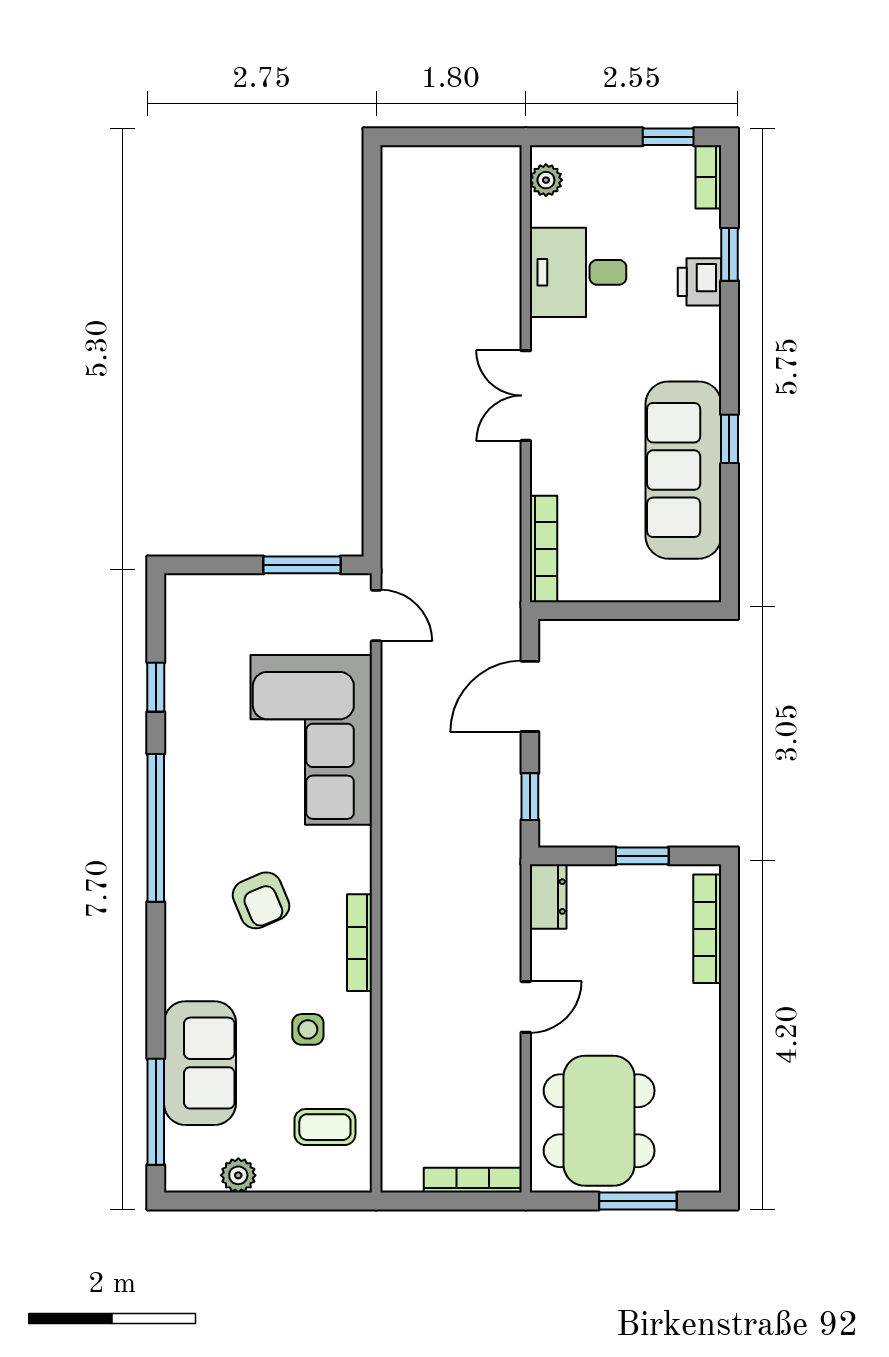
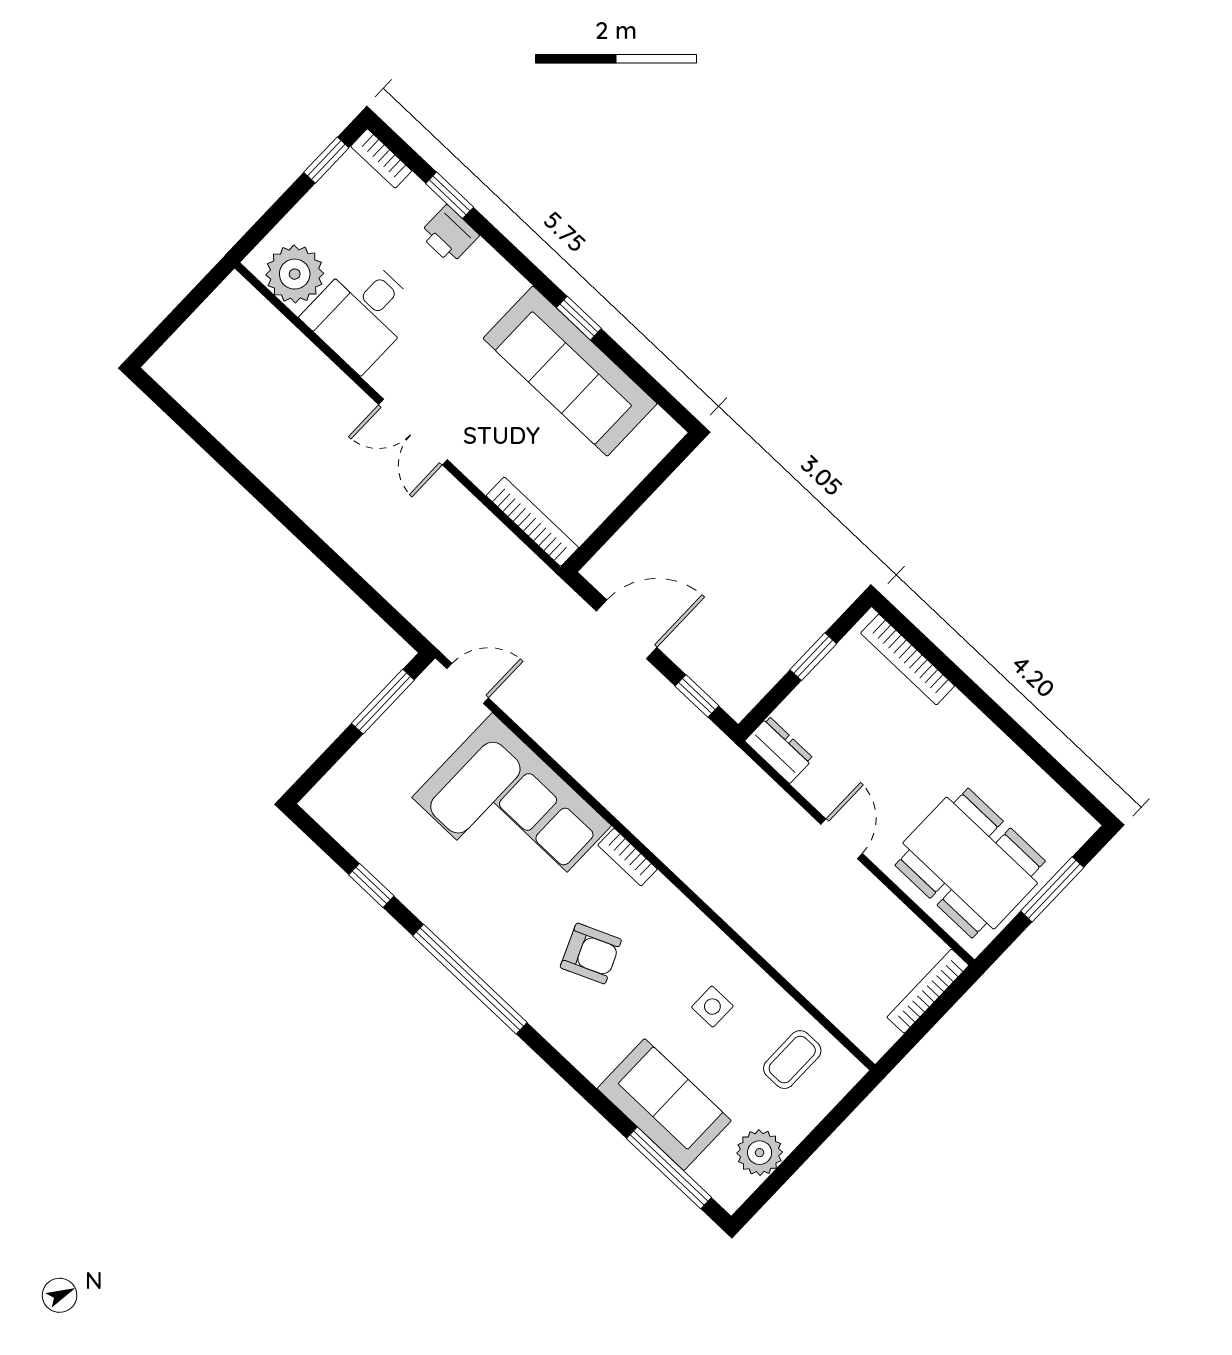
plant: (546, 180) -> (295, 274), width x1.88, depth x1.88
door: (530, 696) -> (627, 629), swing flipped
bookcase: (360, 943) -> (627, 857), moved, width x0.64
plant: (238, 1175) -> (760, 1153), width x1.38, depth x1.38

